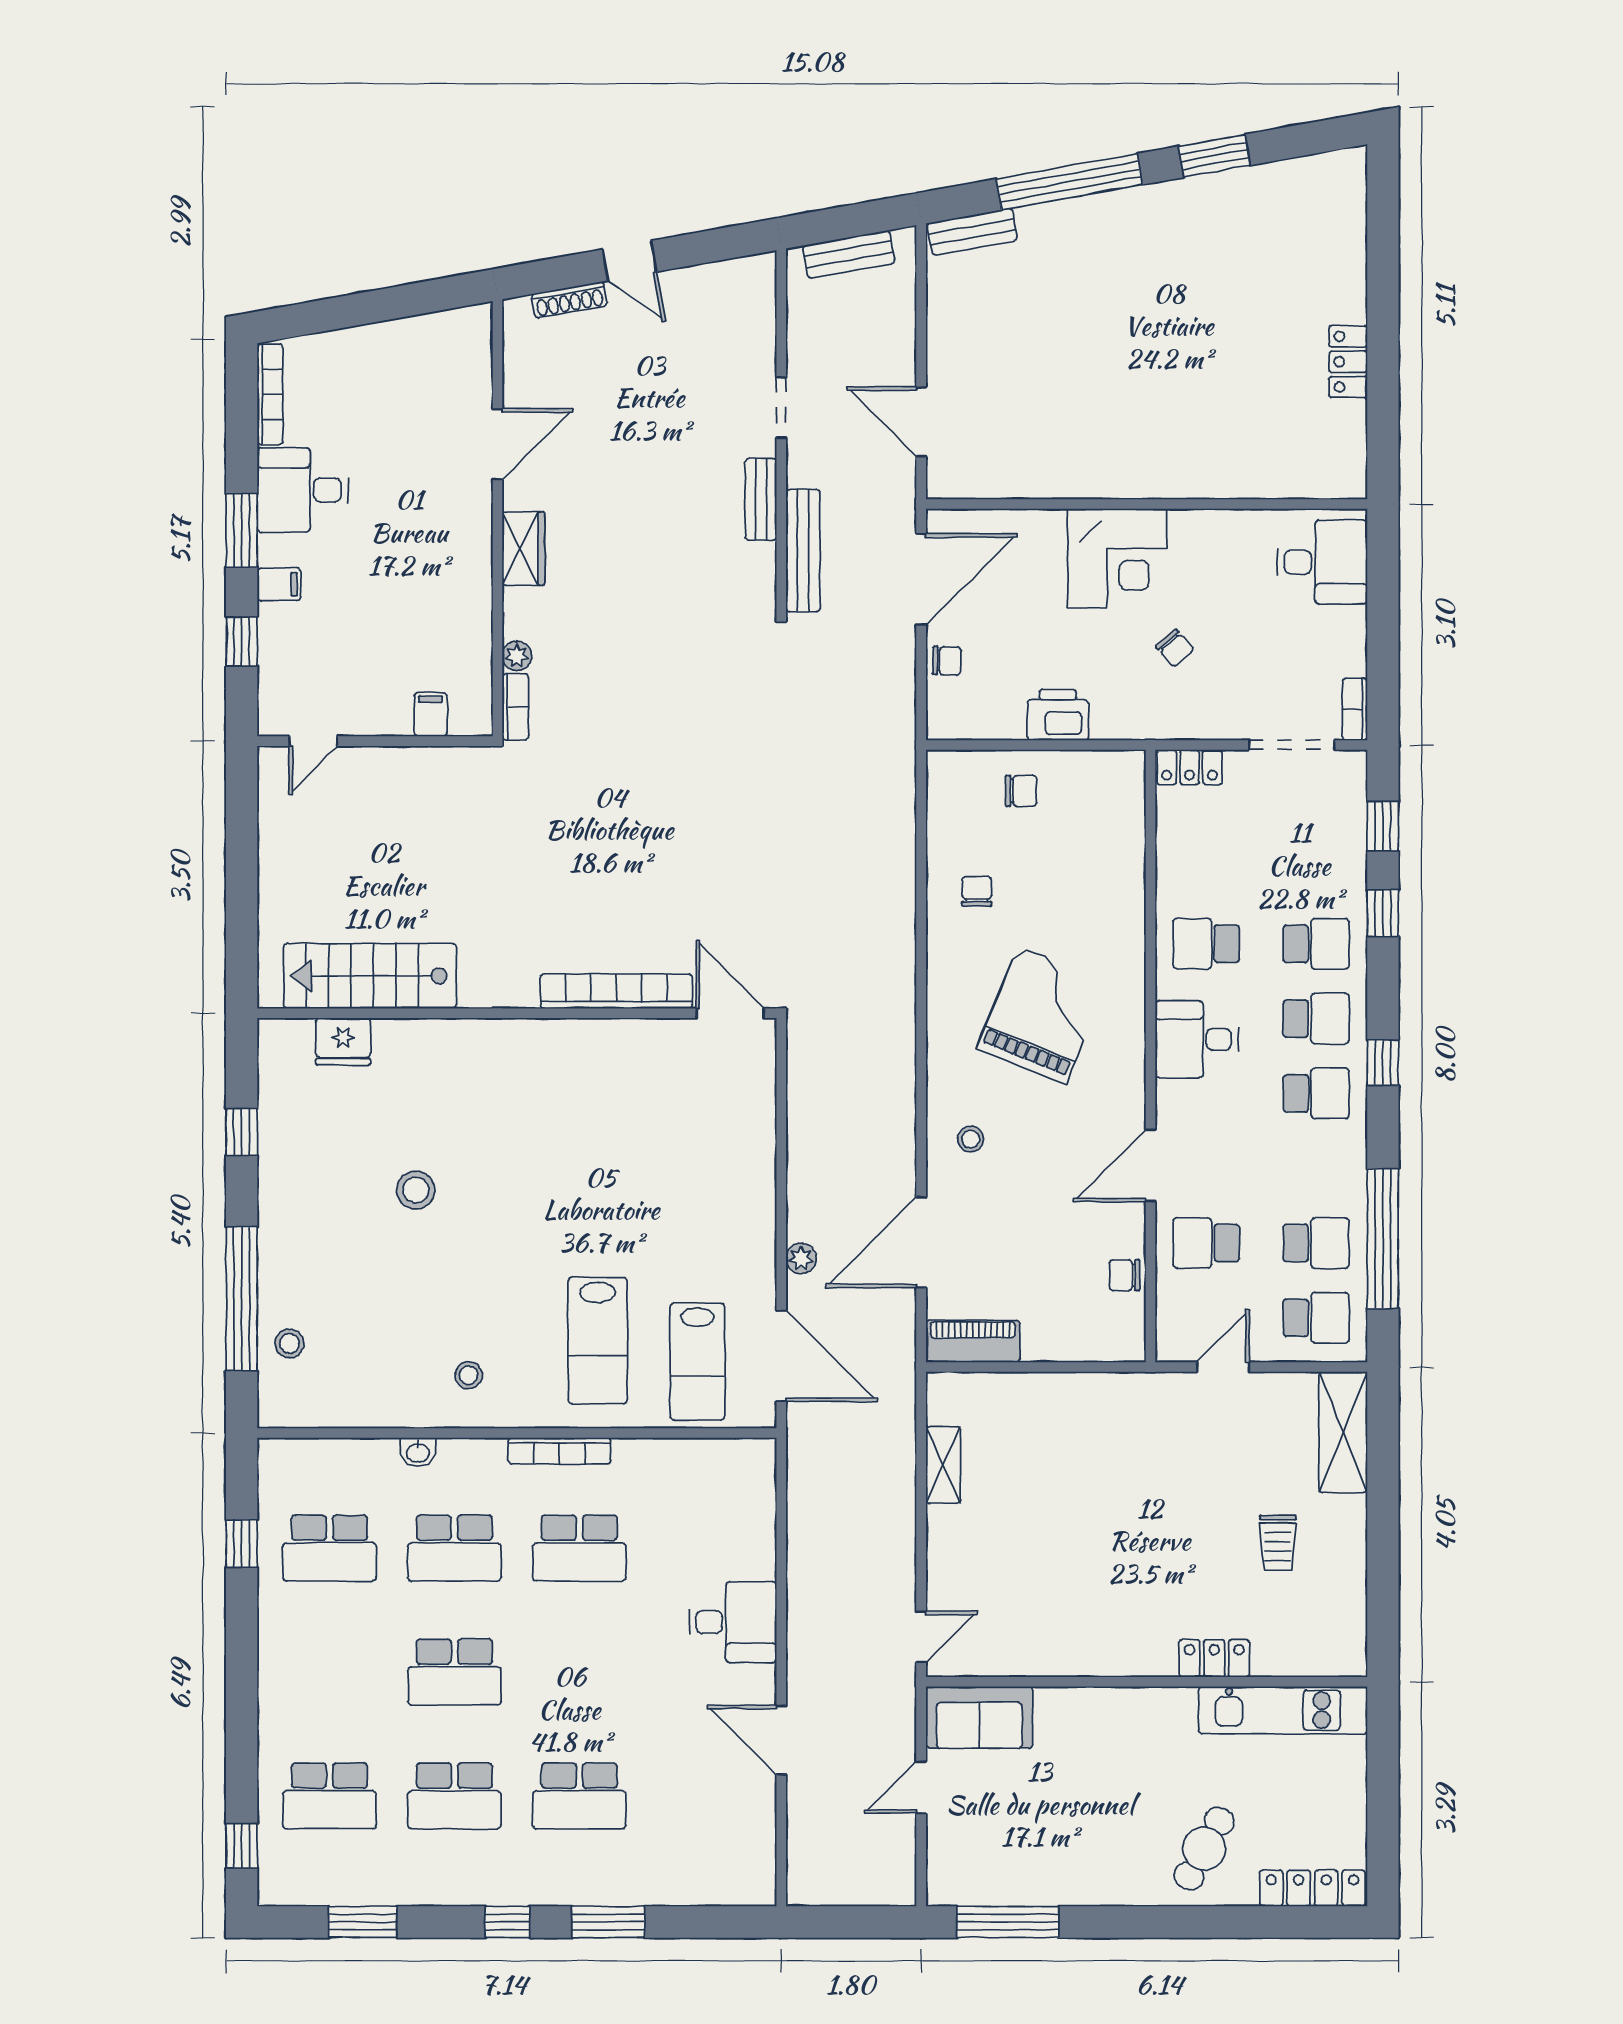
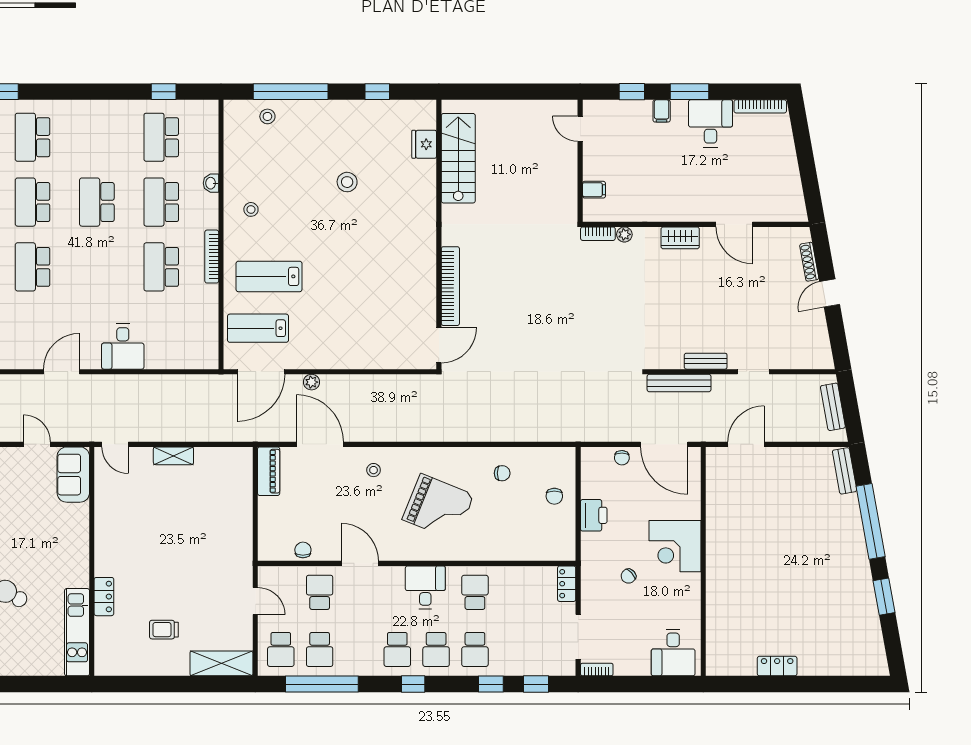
shelving: (943, 1465) -> (173, 456), moved

